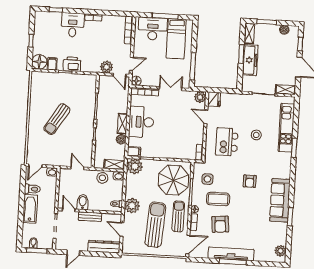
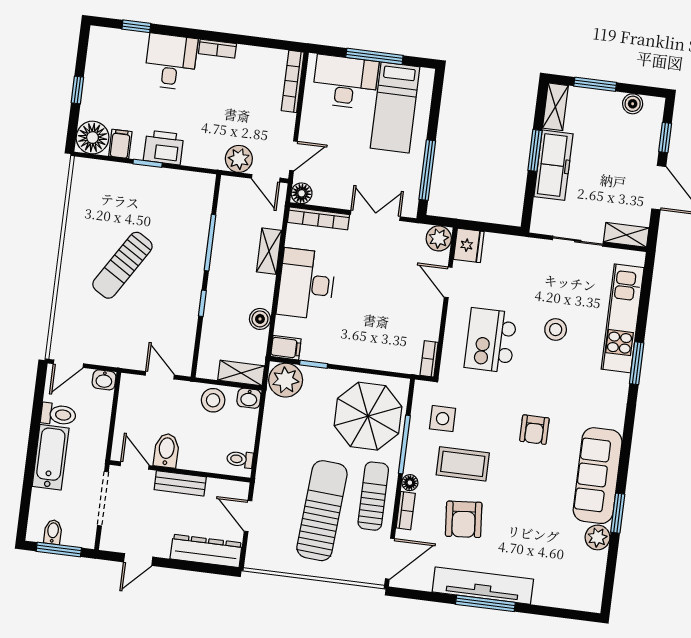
shelving: (122, 124) -> (269, 251), moved
plant: (132, 206) -> (274, 465), removed
plant: (280, 251) -> (597, 537), moved

